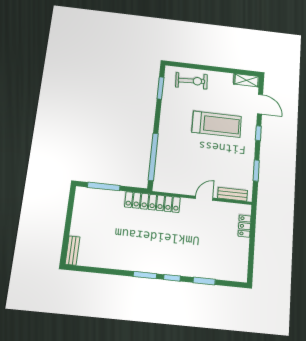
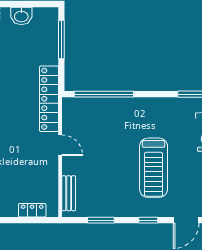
door: (204, 198) -> (60, 145), moved
washbasin: (79, 218) -> (21, 16), added

